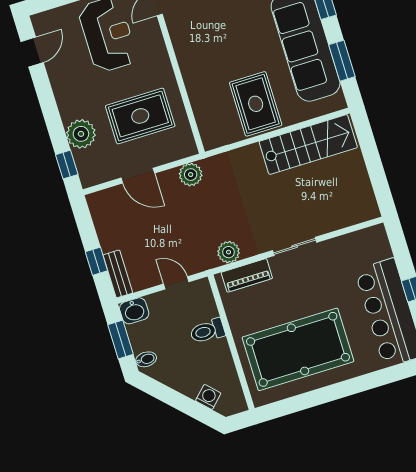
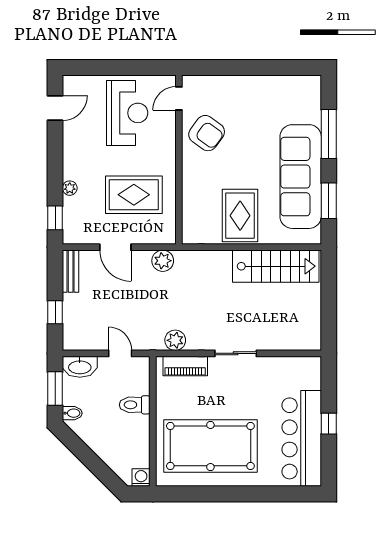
armchair: (195, 30) -> (207, 133), added
plant: (81, 134) -> (70, 188), width x0.53, depth x0.53
bench: (118, 274) -> (71, 271), moved
washbasin: (134, 311) -> (80, 367), width x1.38
washing machine: (208, 397) -> (141, 478), moved, turned -45

